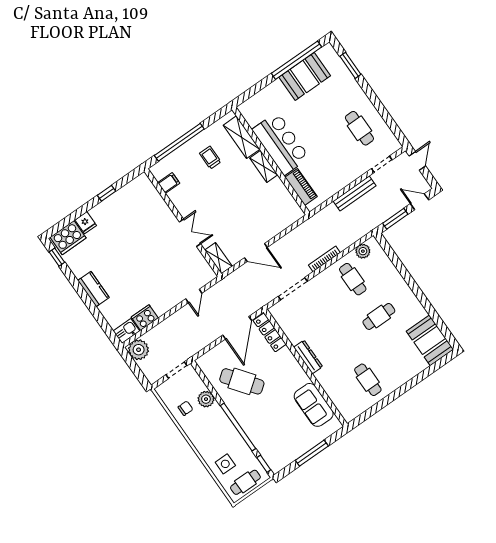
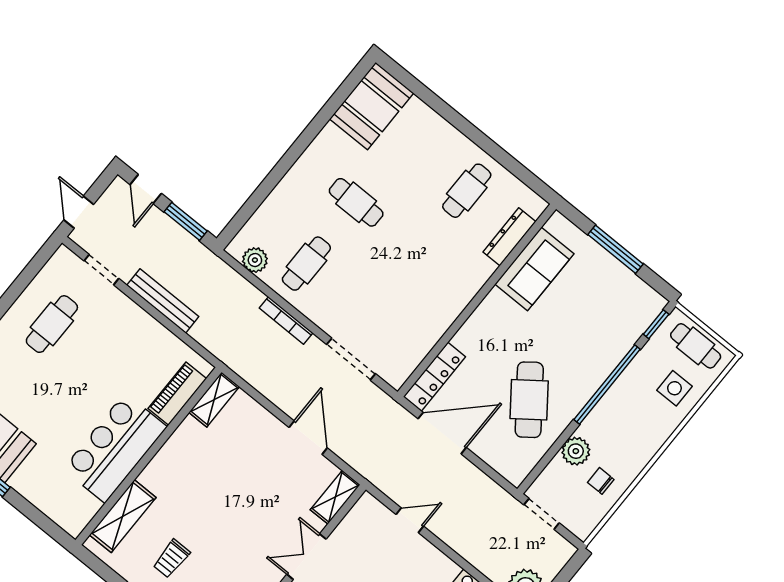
door: (417, 161) -> (79, 212), hinge flipped
shelving: (264, 166) -> (214, 400), moved
dresser: (308, 357) -> (509, 237), moved

